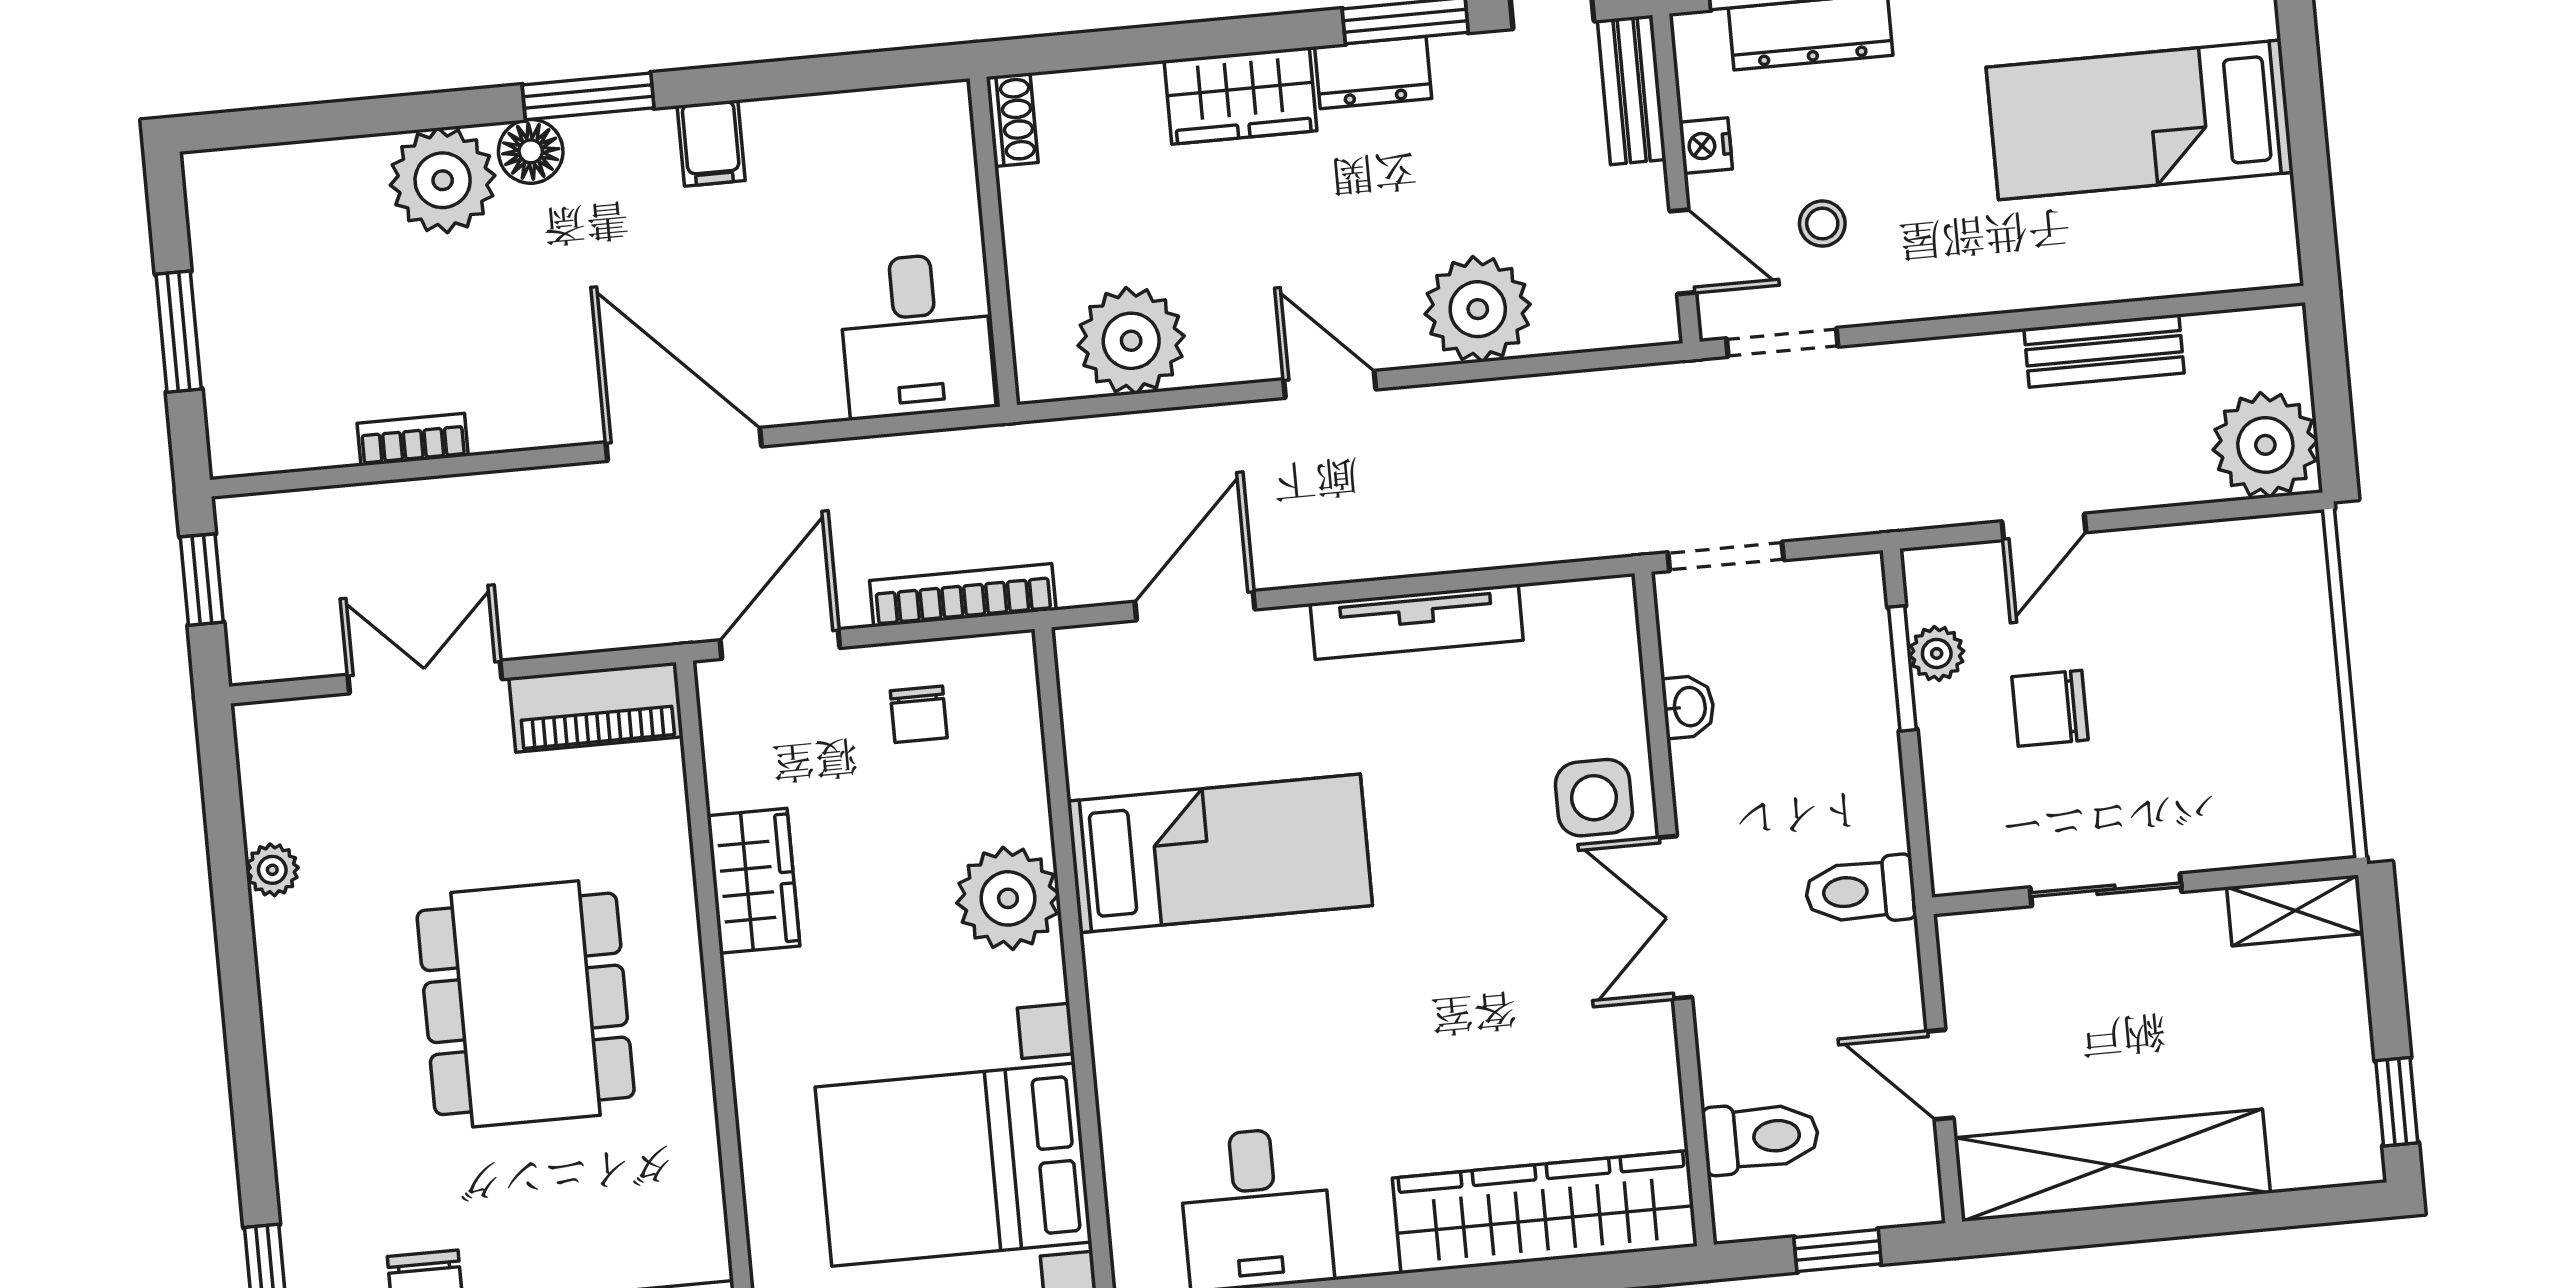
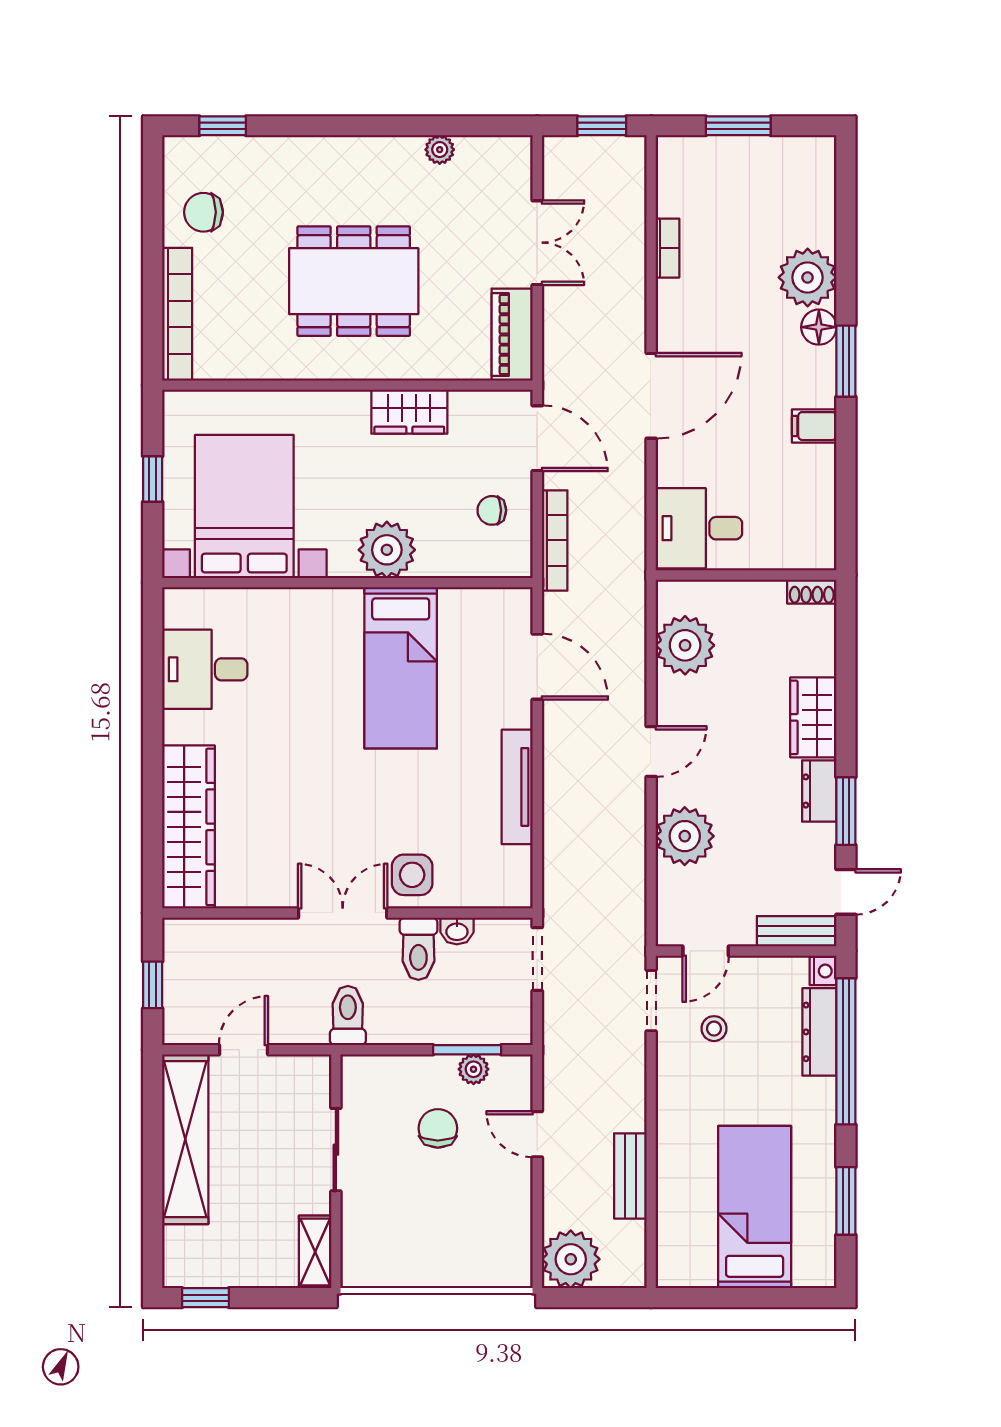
nightstand: (1706, 146) -> (823, 971), moved, turned 90
toilet: (1761, 1137) -> (418, 949), moved

